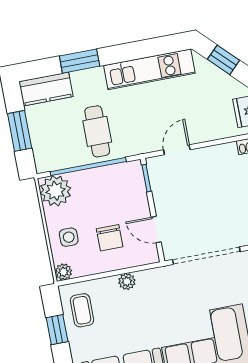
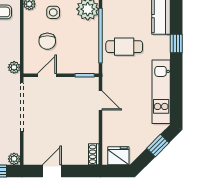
window: (80, 61) -> (176, 44), width x0.67
chair: (110, 238) -> (47, 41), turned -90
plant: (127, 282) -> (14, 67), moved

